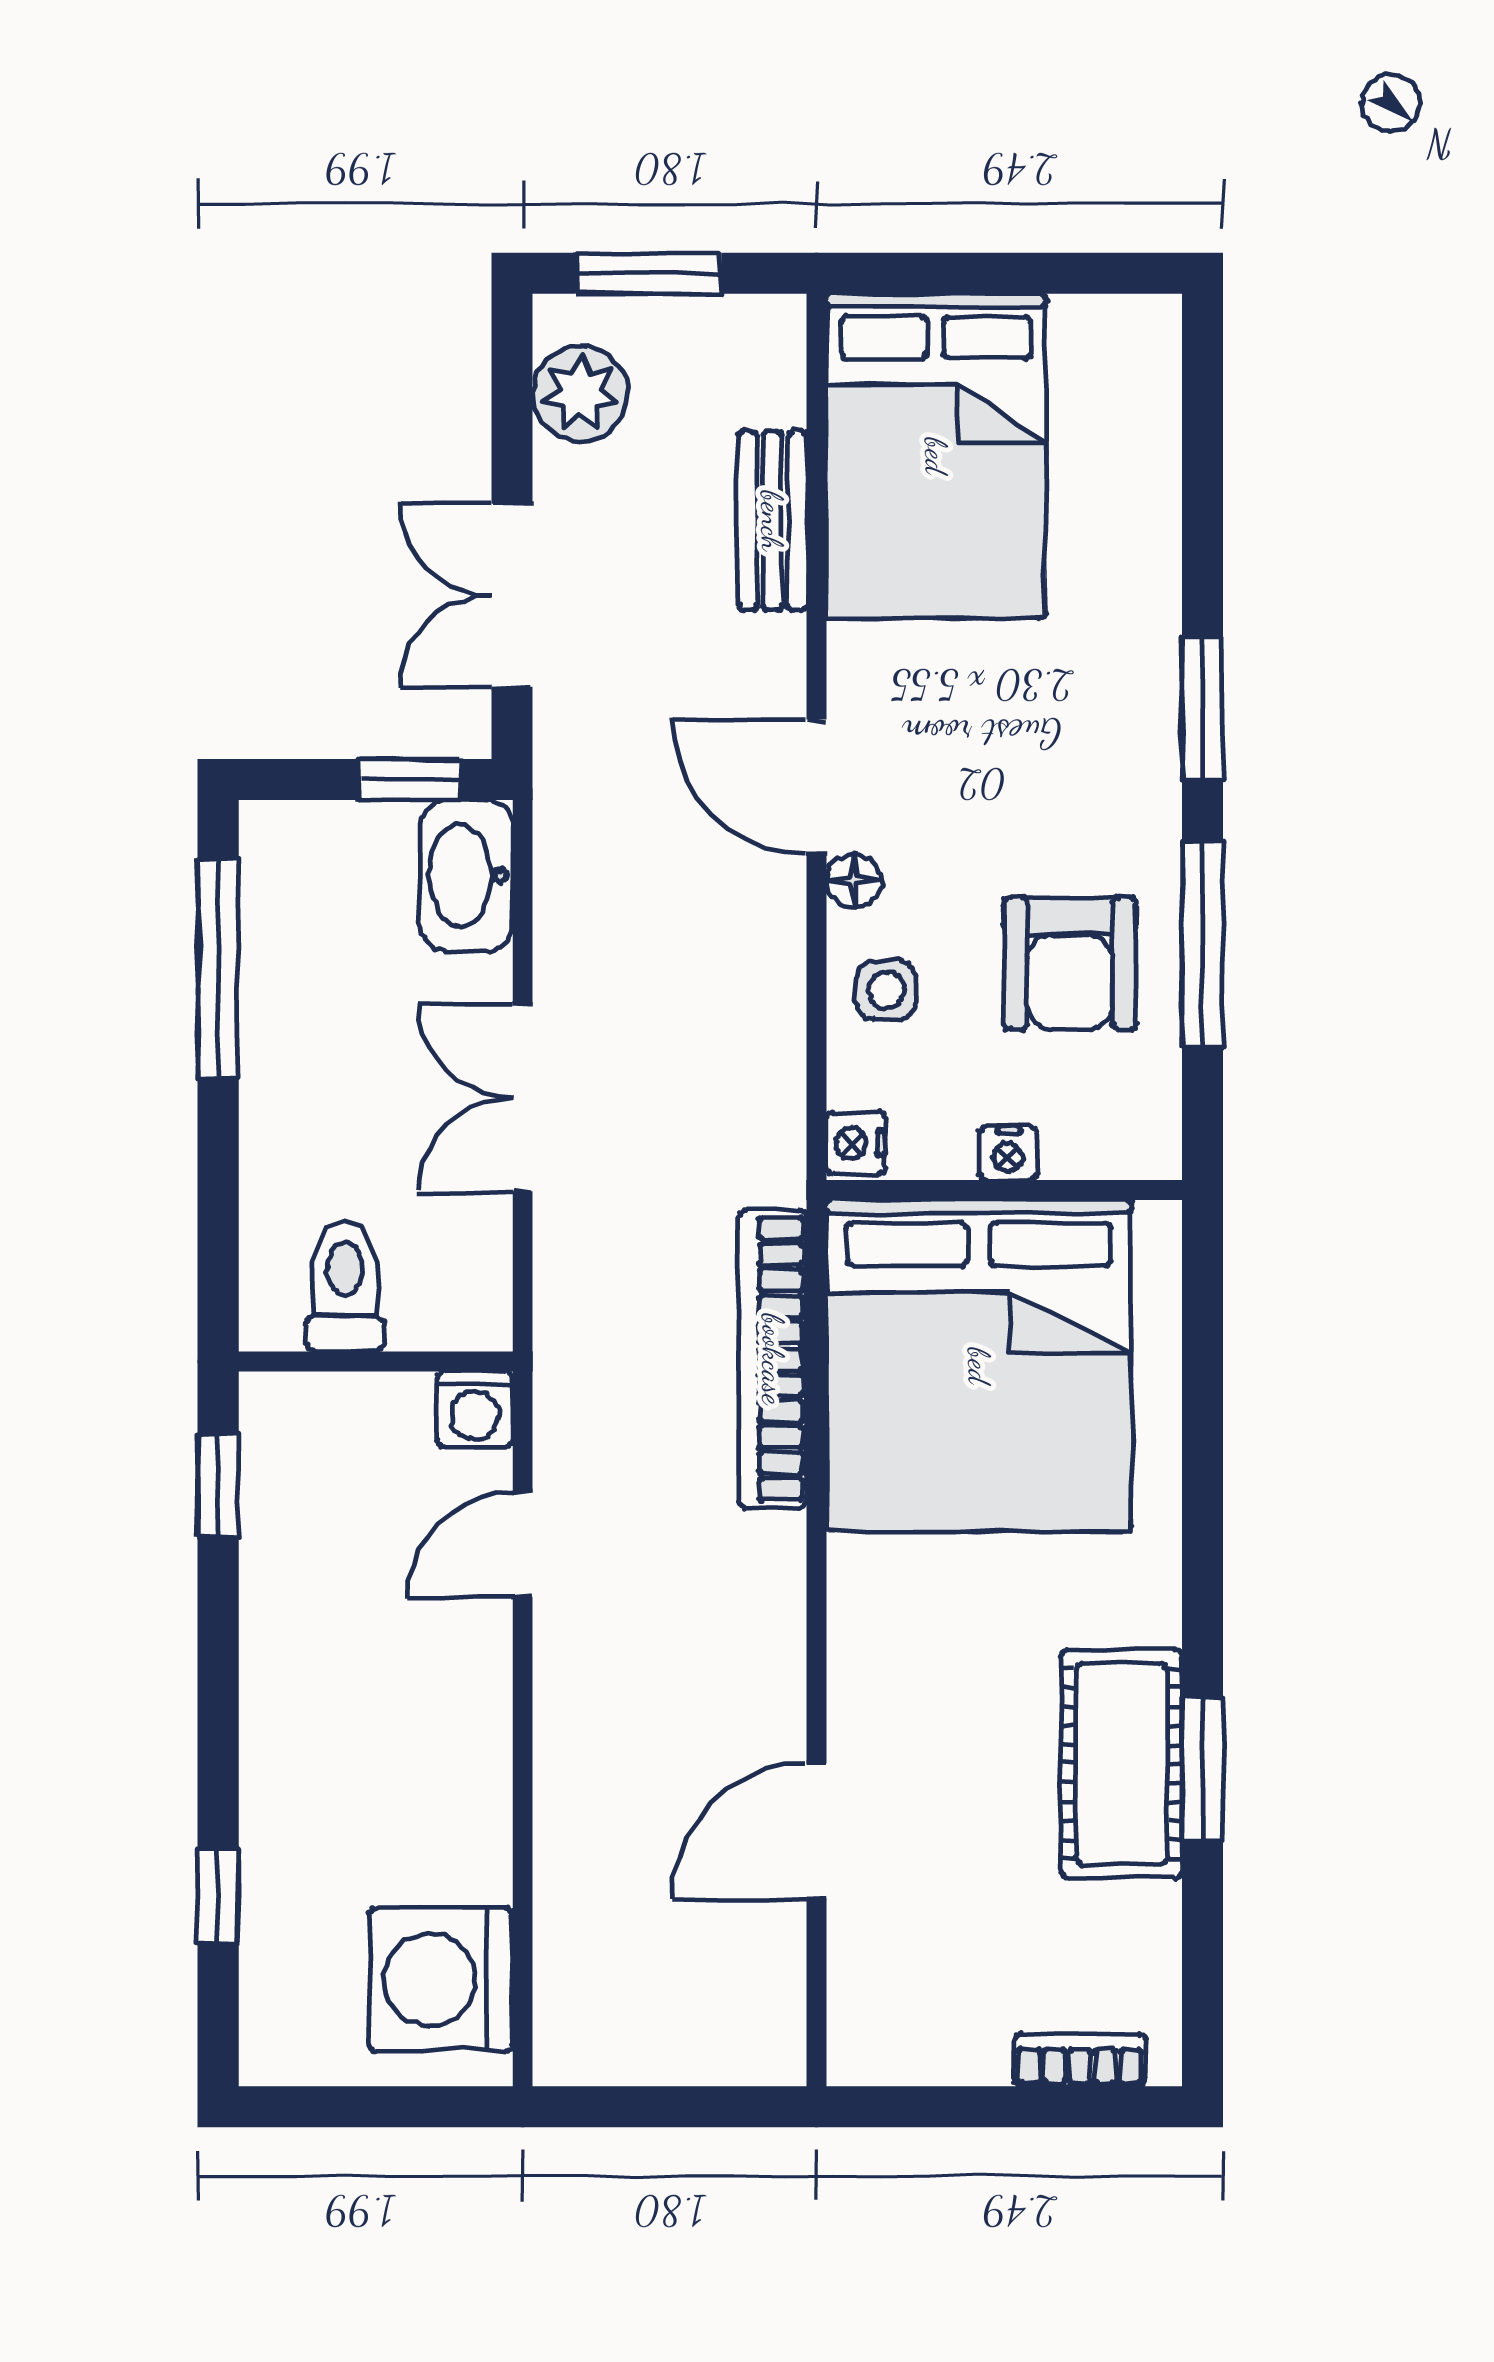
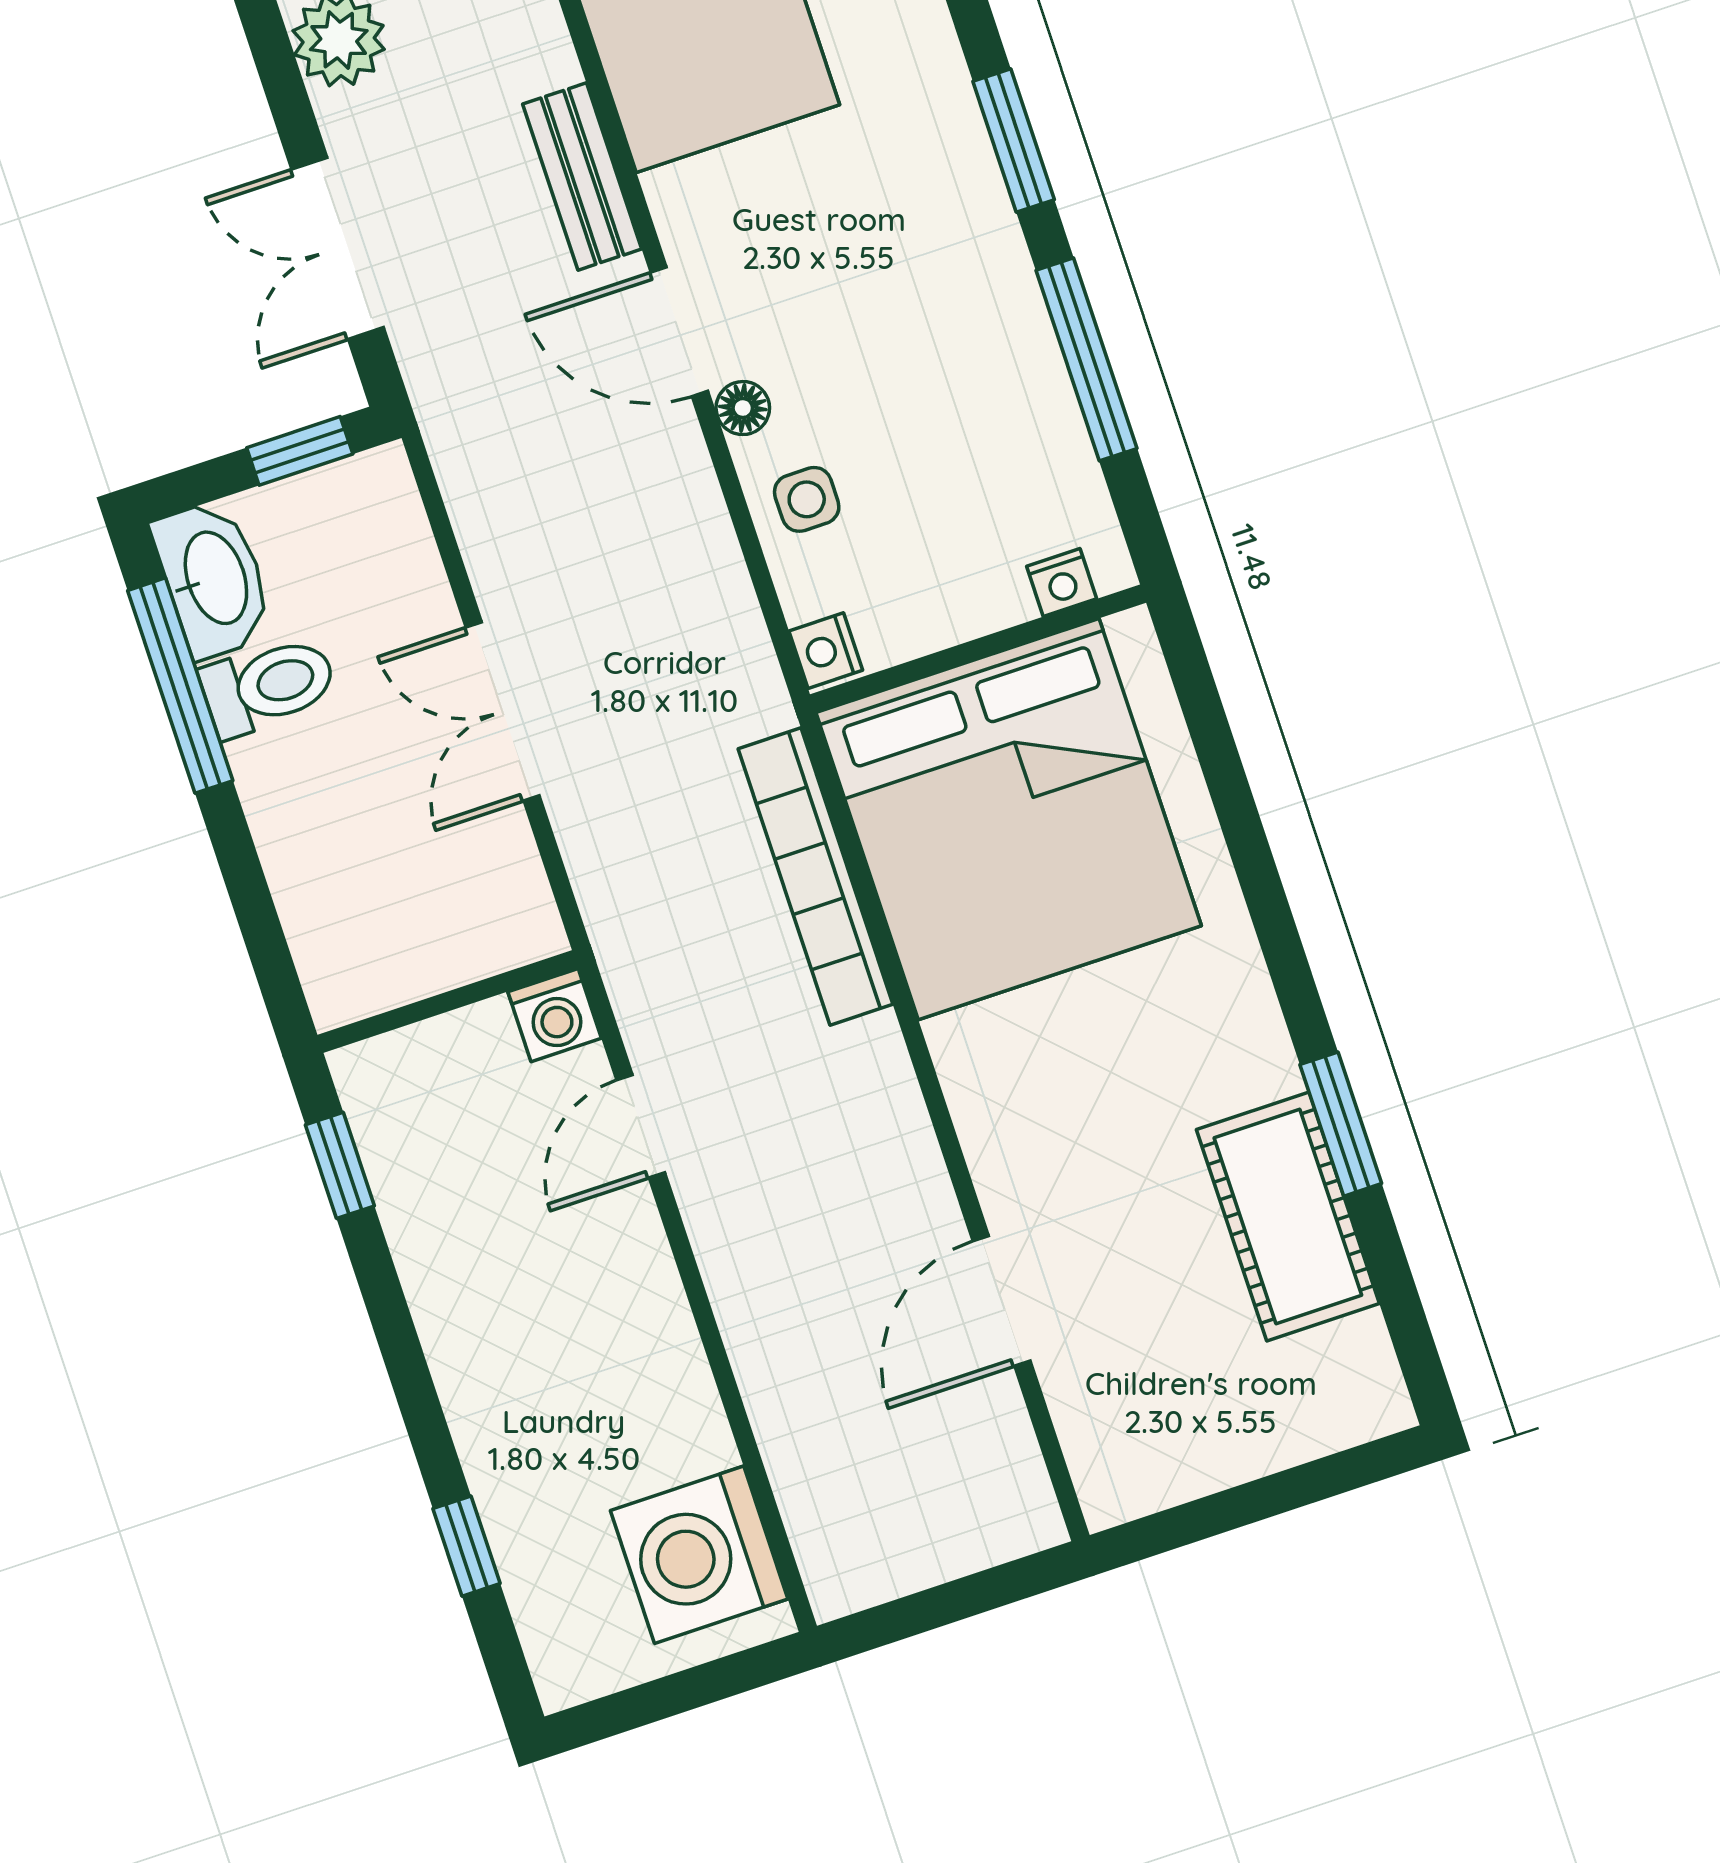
bench: (772, 521) -> (582, 176), moved
washbasin: (467, 876) -> (213, 579), moved, turned 180
armchair: (1070, 963) -> (969, 418), removed
nightstand: (1008, 1153) -> (1062, 583), moved
toilet: (345, 1287) -> (268, 686), moved, turned 90
cot: (1121, 1764) -> (1288, 1216), moved
bookcase: (1080, 2060) -> (1317, 1432), removed

